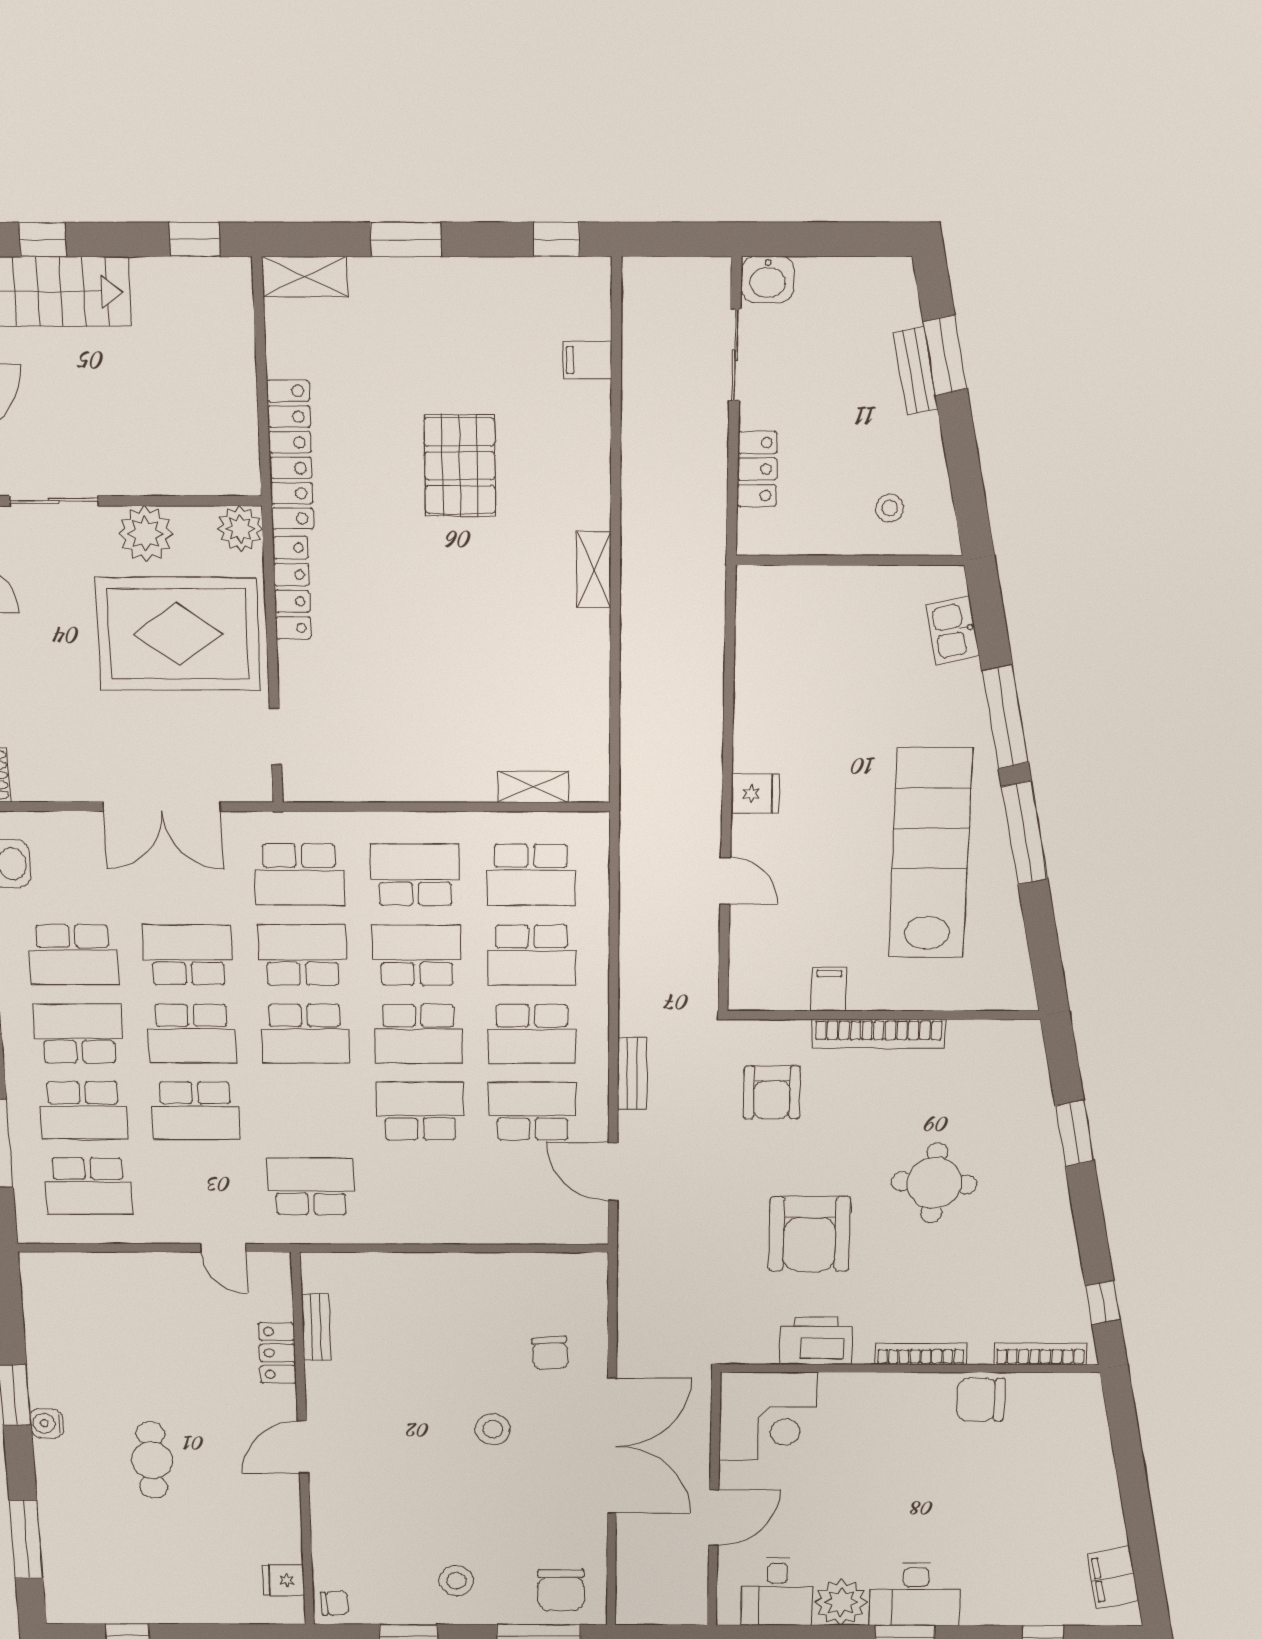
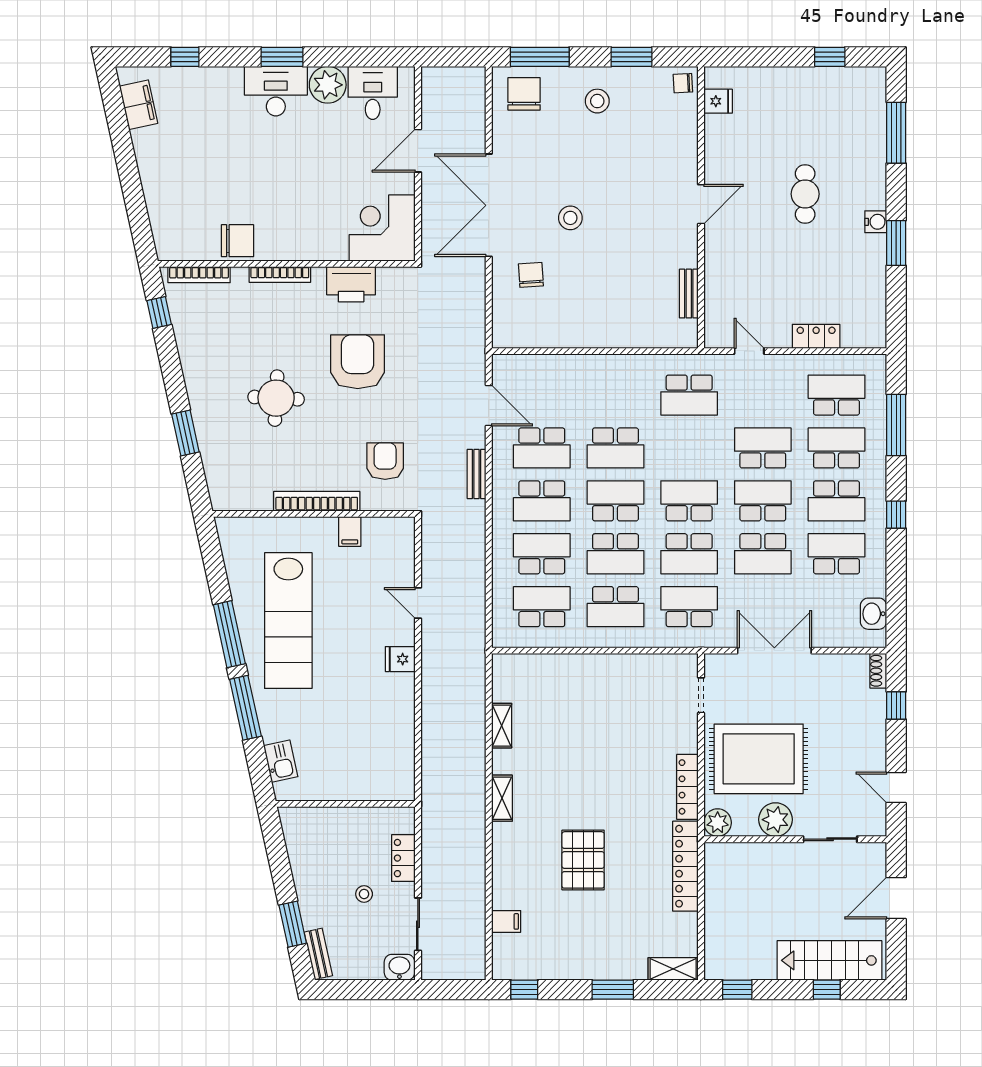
bench: (916, 371) -> (318, 954), moved
stool: (890, 508) -> (364, 894), moved
shelving: (533, 787) -> (502, 726), moved, turned 90
school desk: (532, 1034) -> (542, 501), turned 180
locker: (277, 1353) -> (816, 336), moved, turned -90

